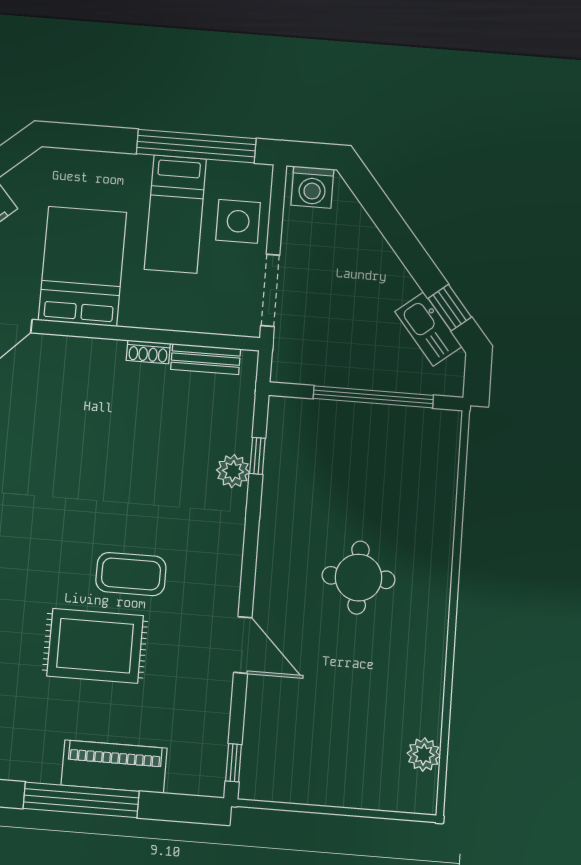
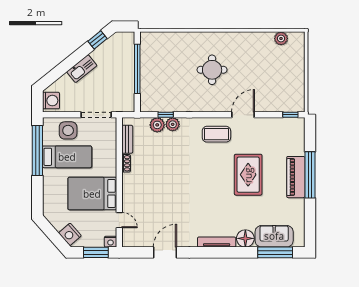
kitchen sink: (428, 329) -> (82, 69), moved
plant: (235, 434) -> (157, 125), added
coffee table: (131, 574) -> (216, 134), moved, turned 90
piano: (114, 767) -> (296, 177), moved

